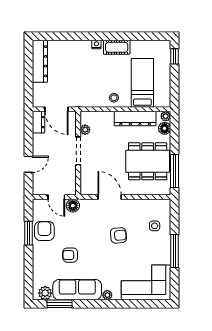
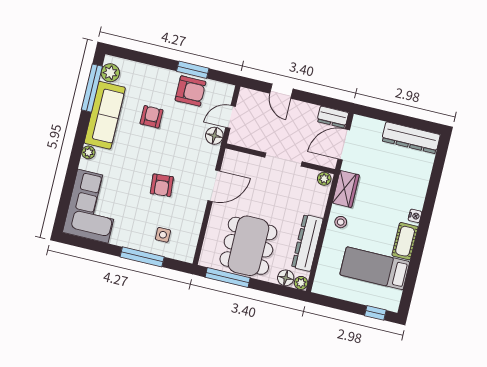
bed: (142, 83) -> (375, 268), moved, turned 180
wardrobe: (89, 100) -> (346, 189), added
plant: (85, 130) -> (324, 179), moved
window: (174, 251) -> (142, 257), moved
window: (59, 304) -> (92, 88), width x1.44

